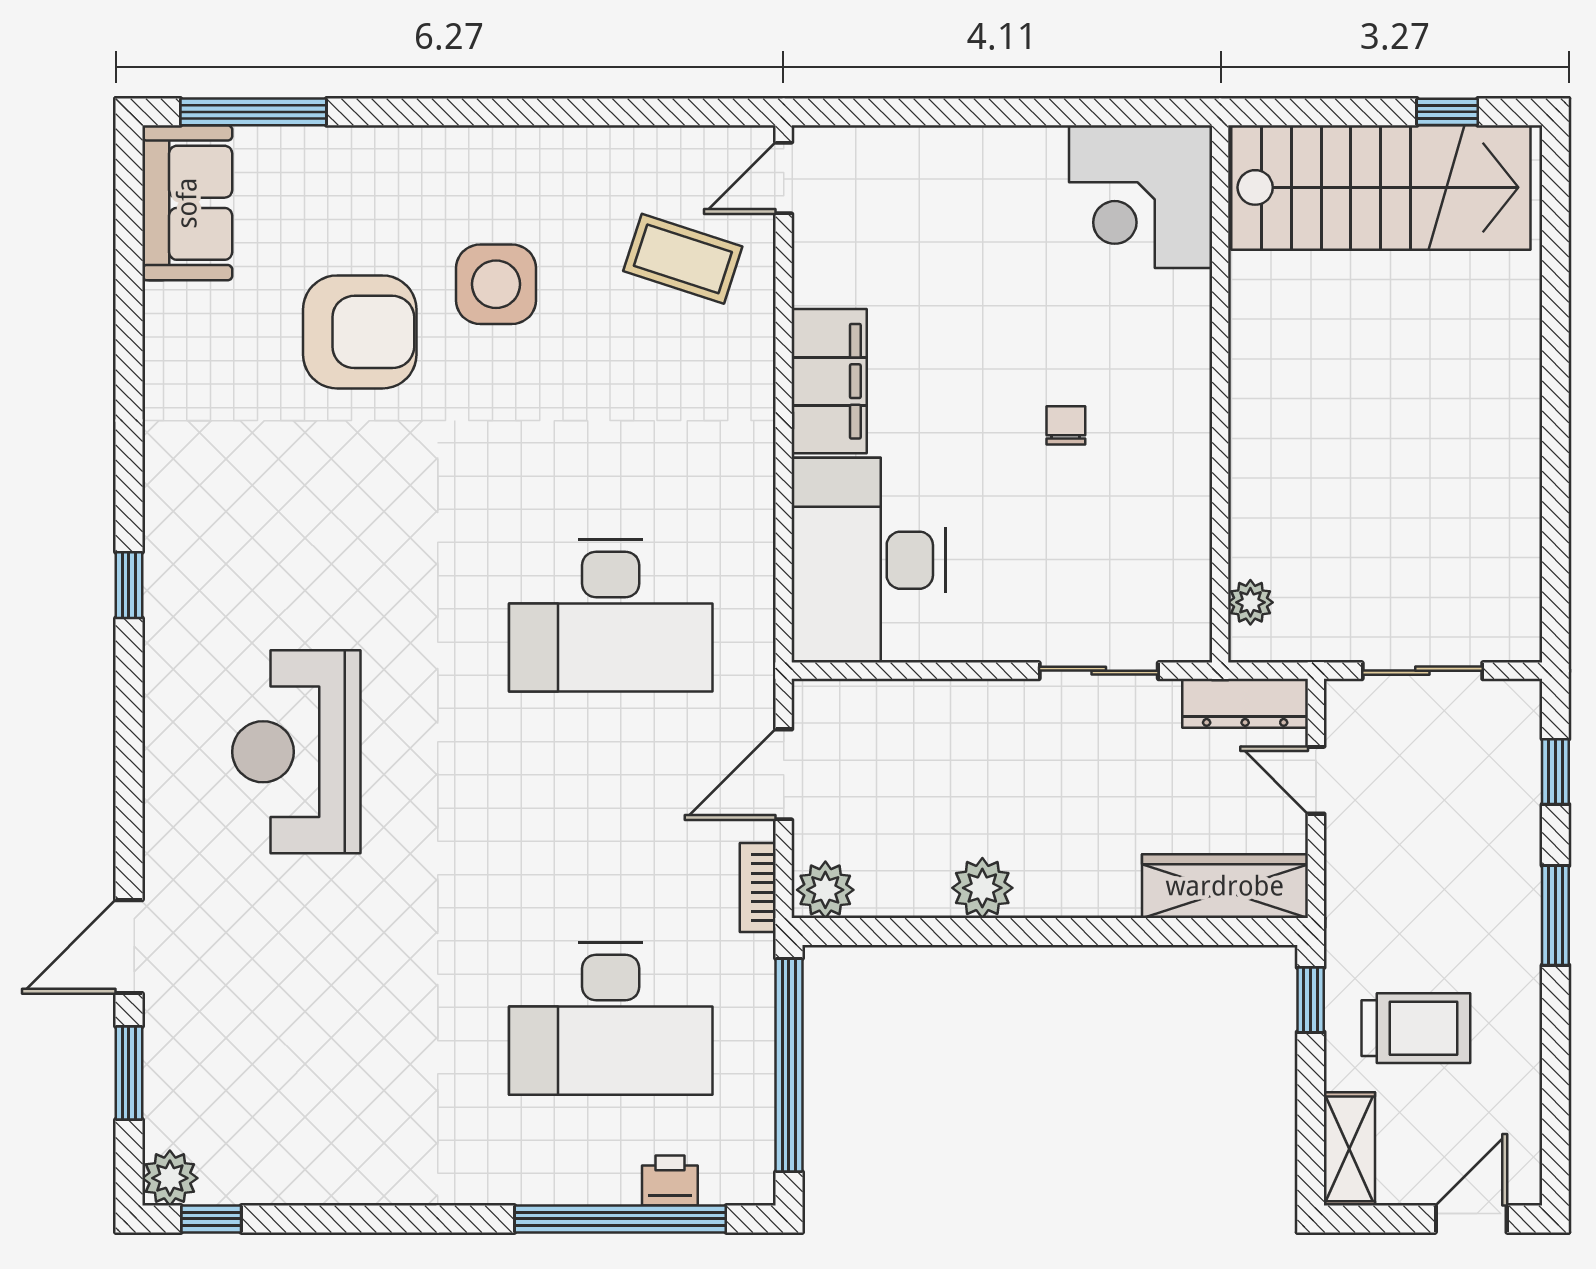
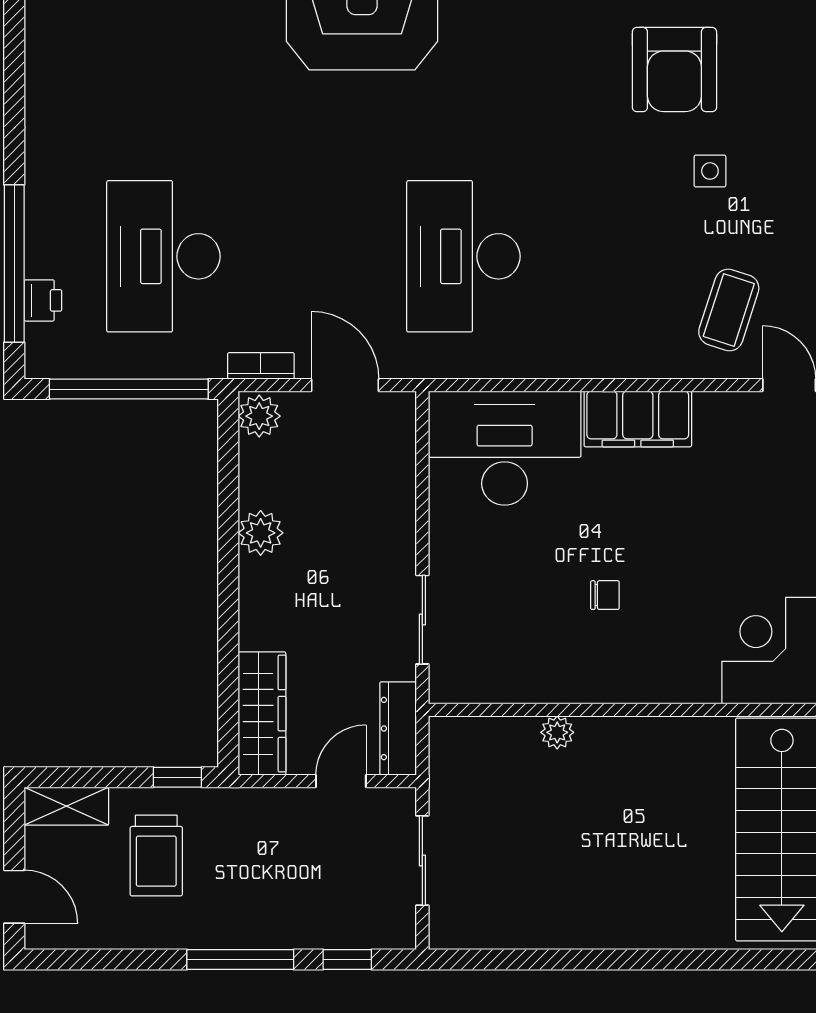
side table: (496, 284) -> (710, 171), width x0.54, depth x0.54
plant: (1250, 602) -> (557, 732), moved
window: (1555, 915) -> (240, 959), width x1.44

